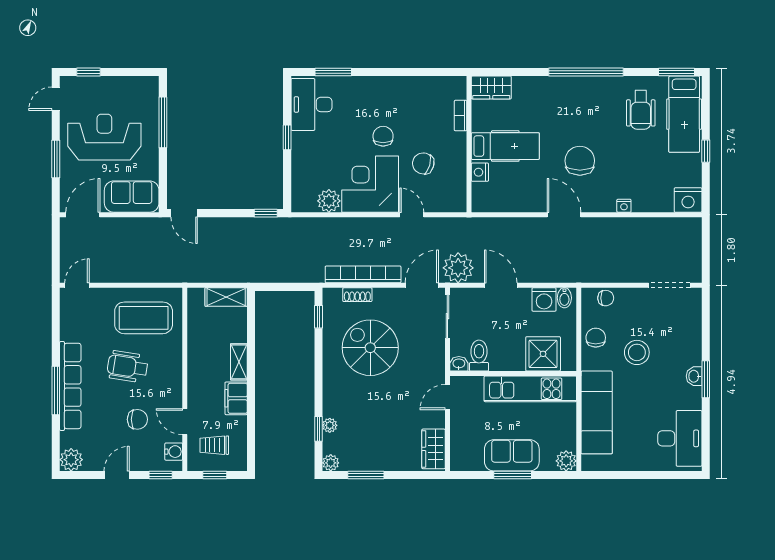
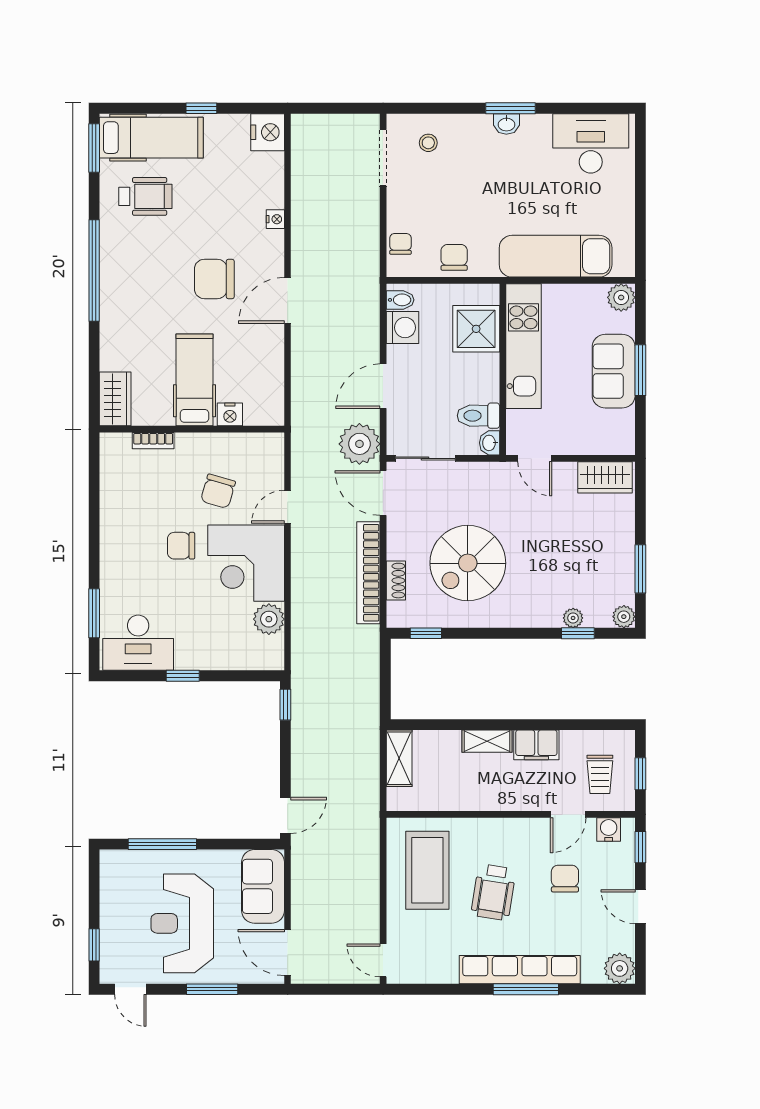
chair: (596, 338) -> (454, 257), turned 90
stool: (637, 352) -> (428, 143), moved, width x0.53, depth x0.53

